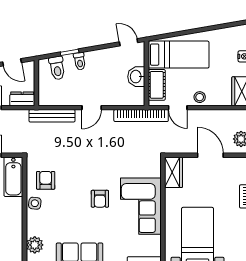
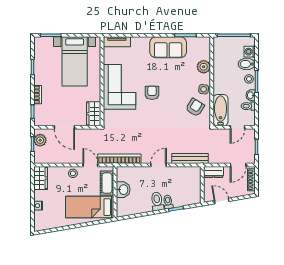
door: (129, 42) -> (129, 217), removed
toilet: (57, 68) -> (157, 201), moved
armchair: (46, 180) -> (195, 107), turned -148
plant: (35, 245) -> (204, 67), moved

